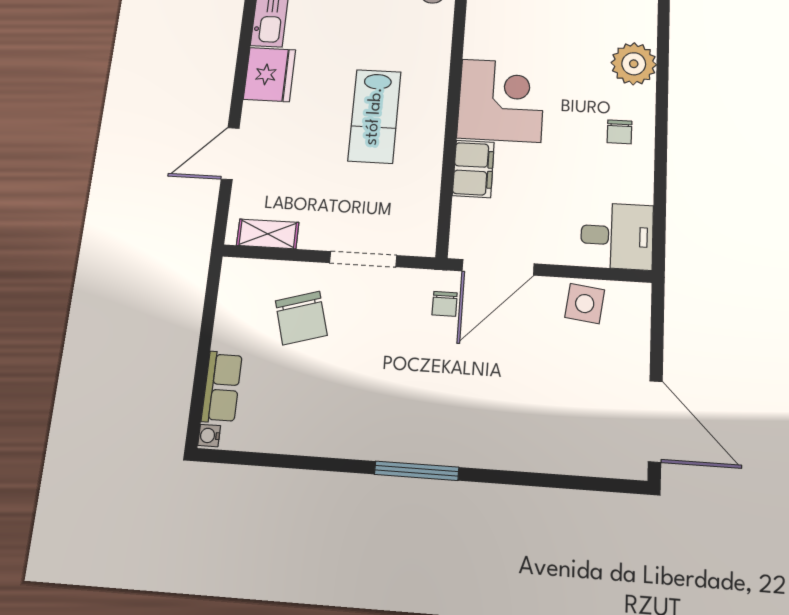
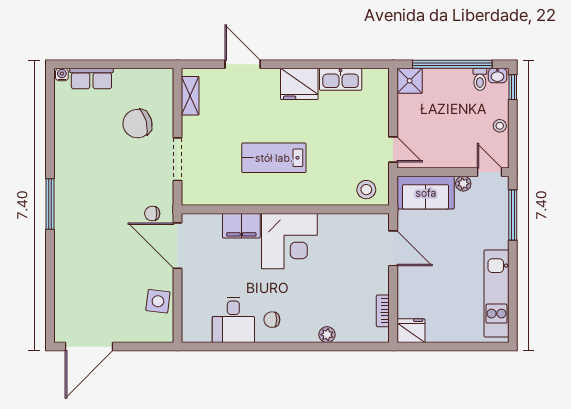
plant: (634, 64) -> (327, 335), width x0.53, depth x0.53
desk: (617, 236) -> (233, 320), moved

